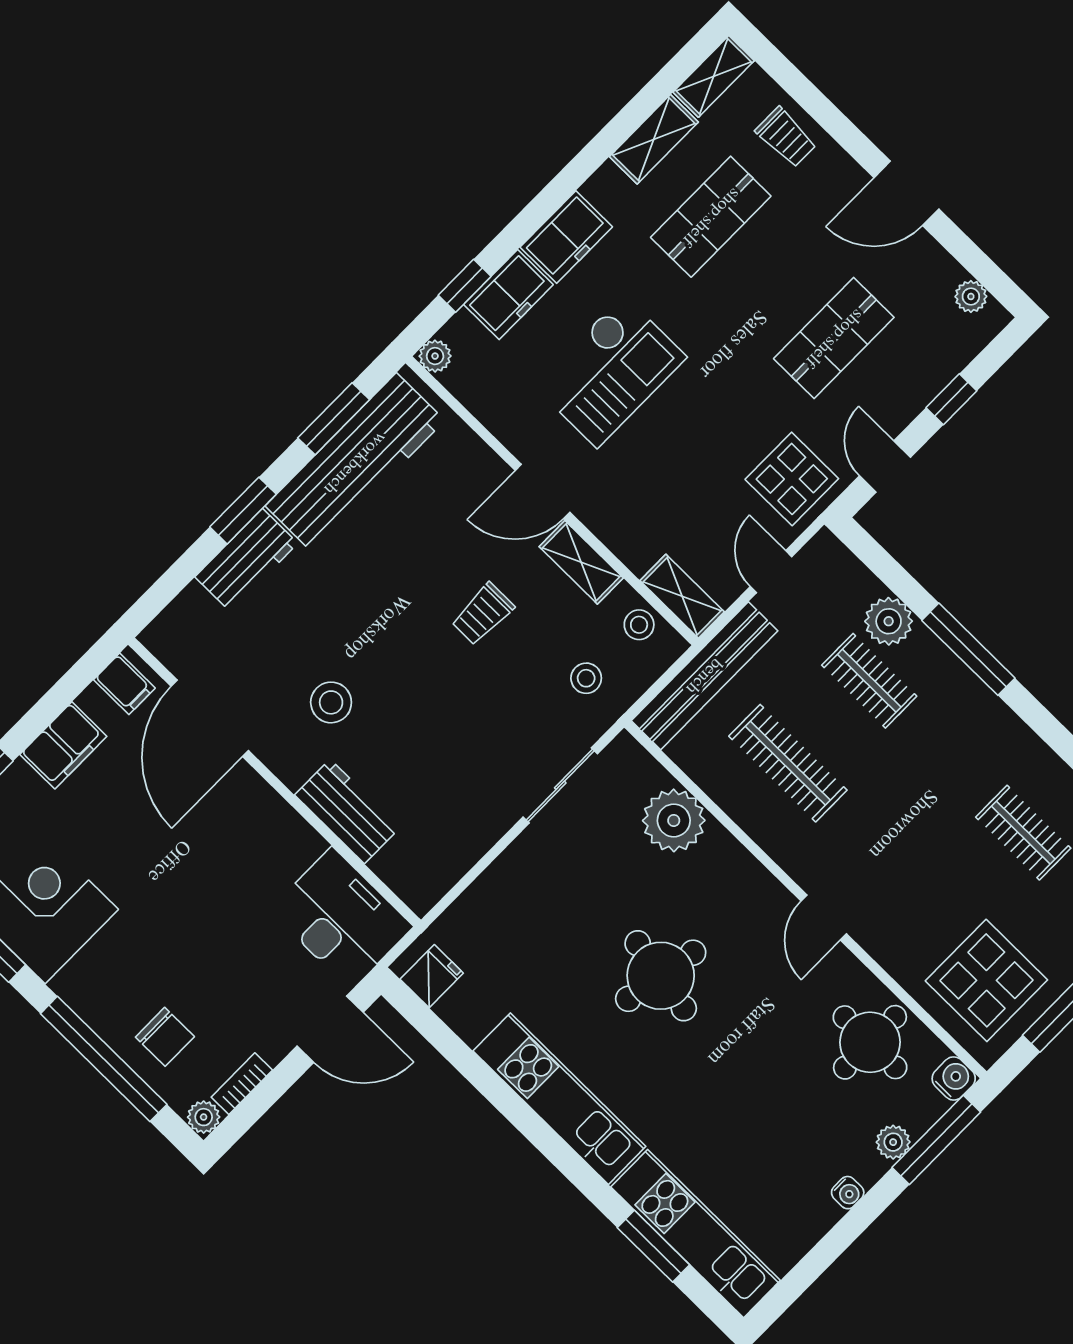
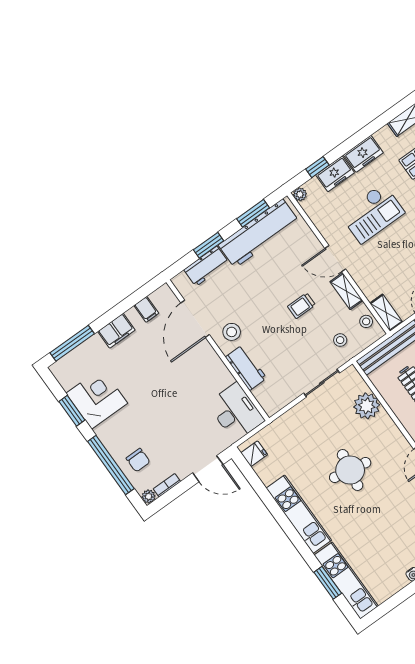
door: (210, 718) -> (195, 319), moved
wall: (274, 782) -> (218, 350), moved
workbench: (347, 811) -> (246, 368), moved
desk: (341, 918) -> (236, 412), moved

